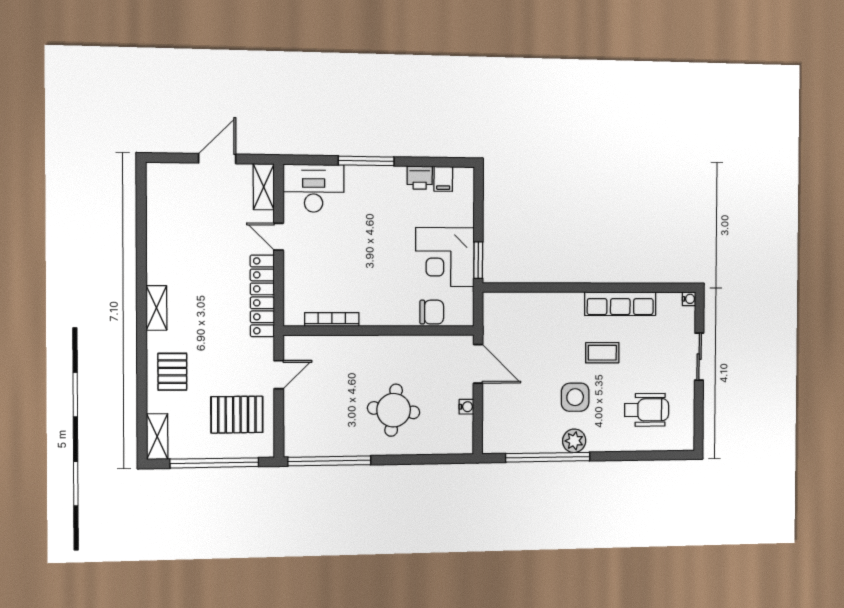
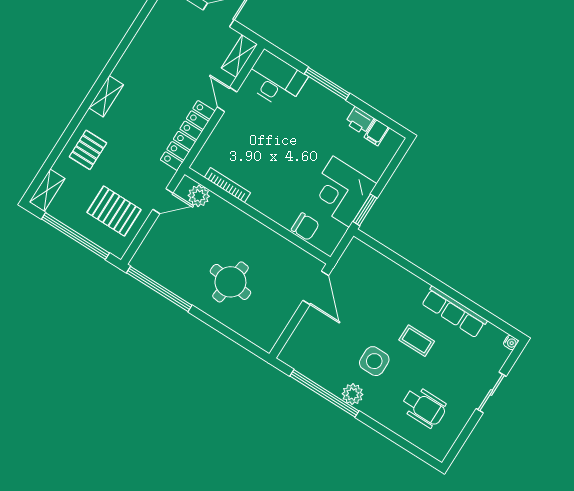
plant: (311, 348) -> (199, 196), added
water cooler: (466, 407) -> (287, 315), removed

